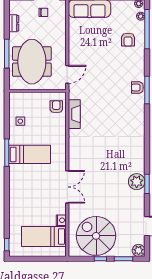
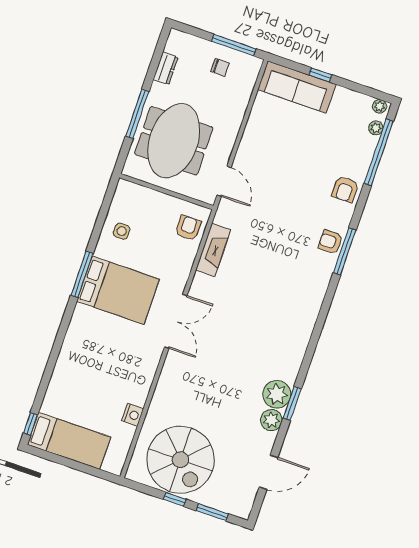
armchair: (128, 40) -> (345, 189), moved
door: (67, 74) -> (224, 181), hinge flipped
bed: (30, 154) -> (118, 290), width x1.50
double door: (67, 187) -> (176, 321), moved
bed: (44, 236) -> (69, 441), moved, turned 180
spiral stairs: (96, 236) -> (180, 460), turned 180
plant: (139, 250) -> (271, 420), moved

